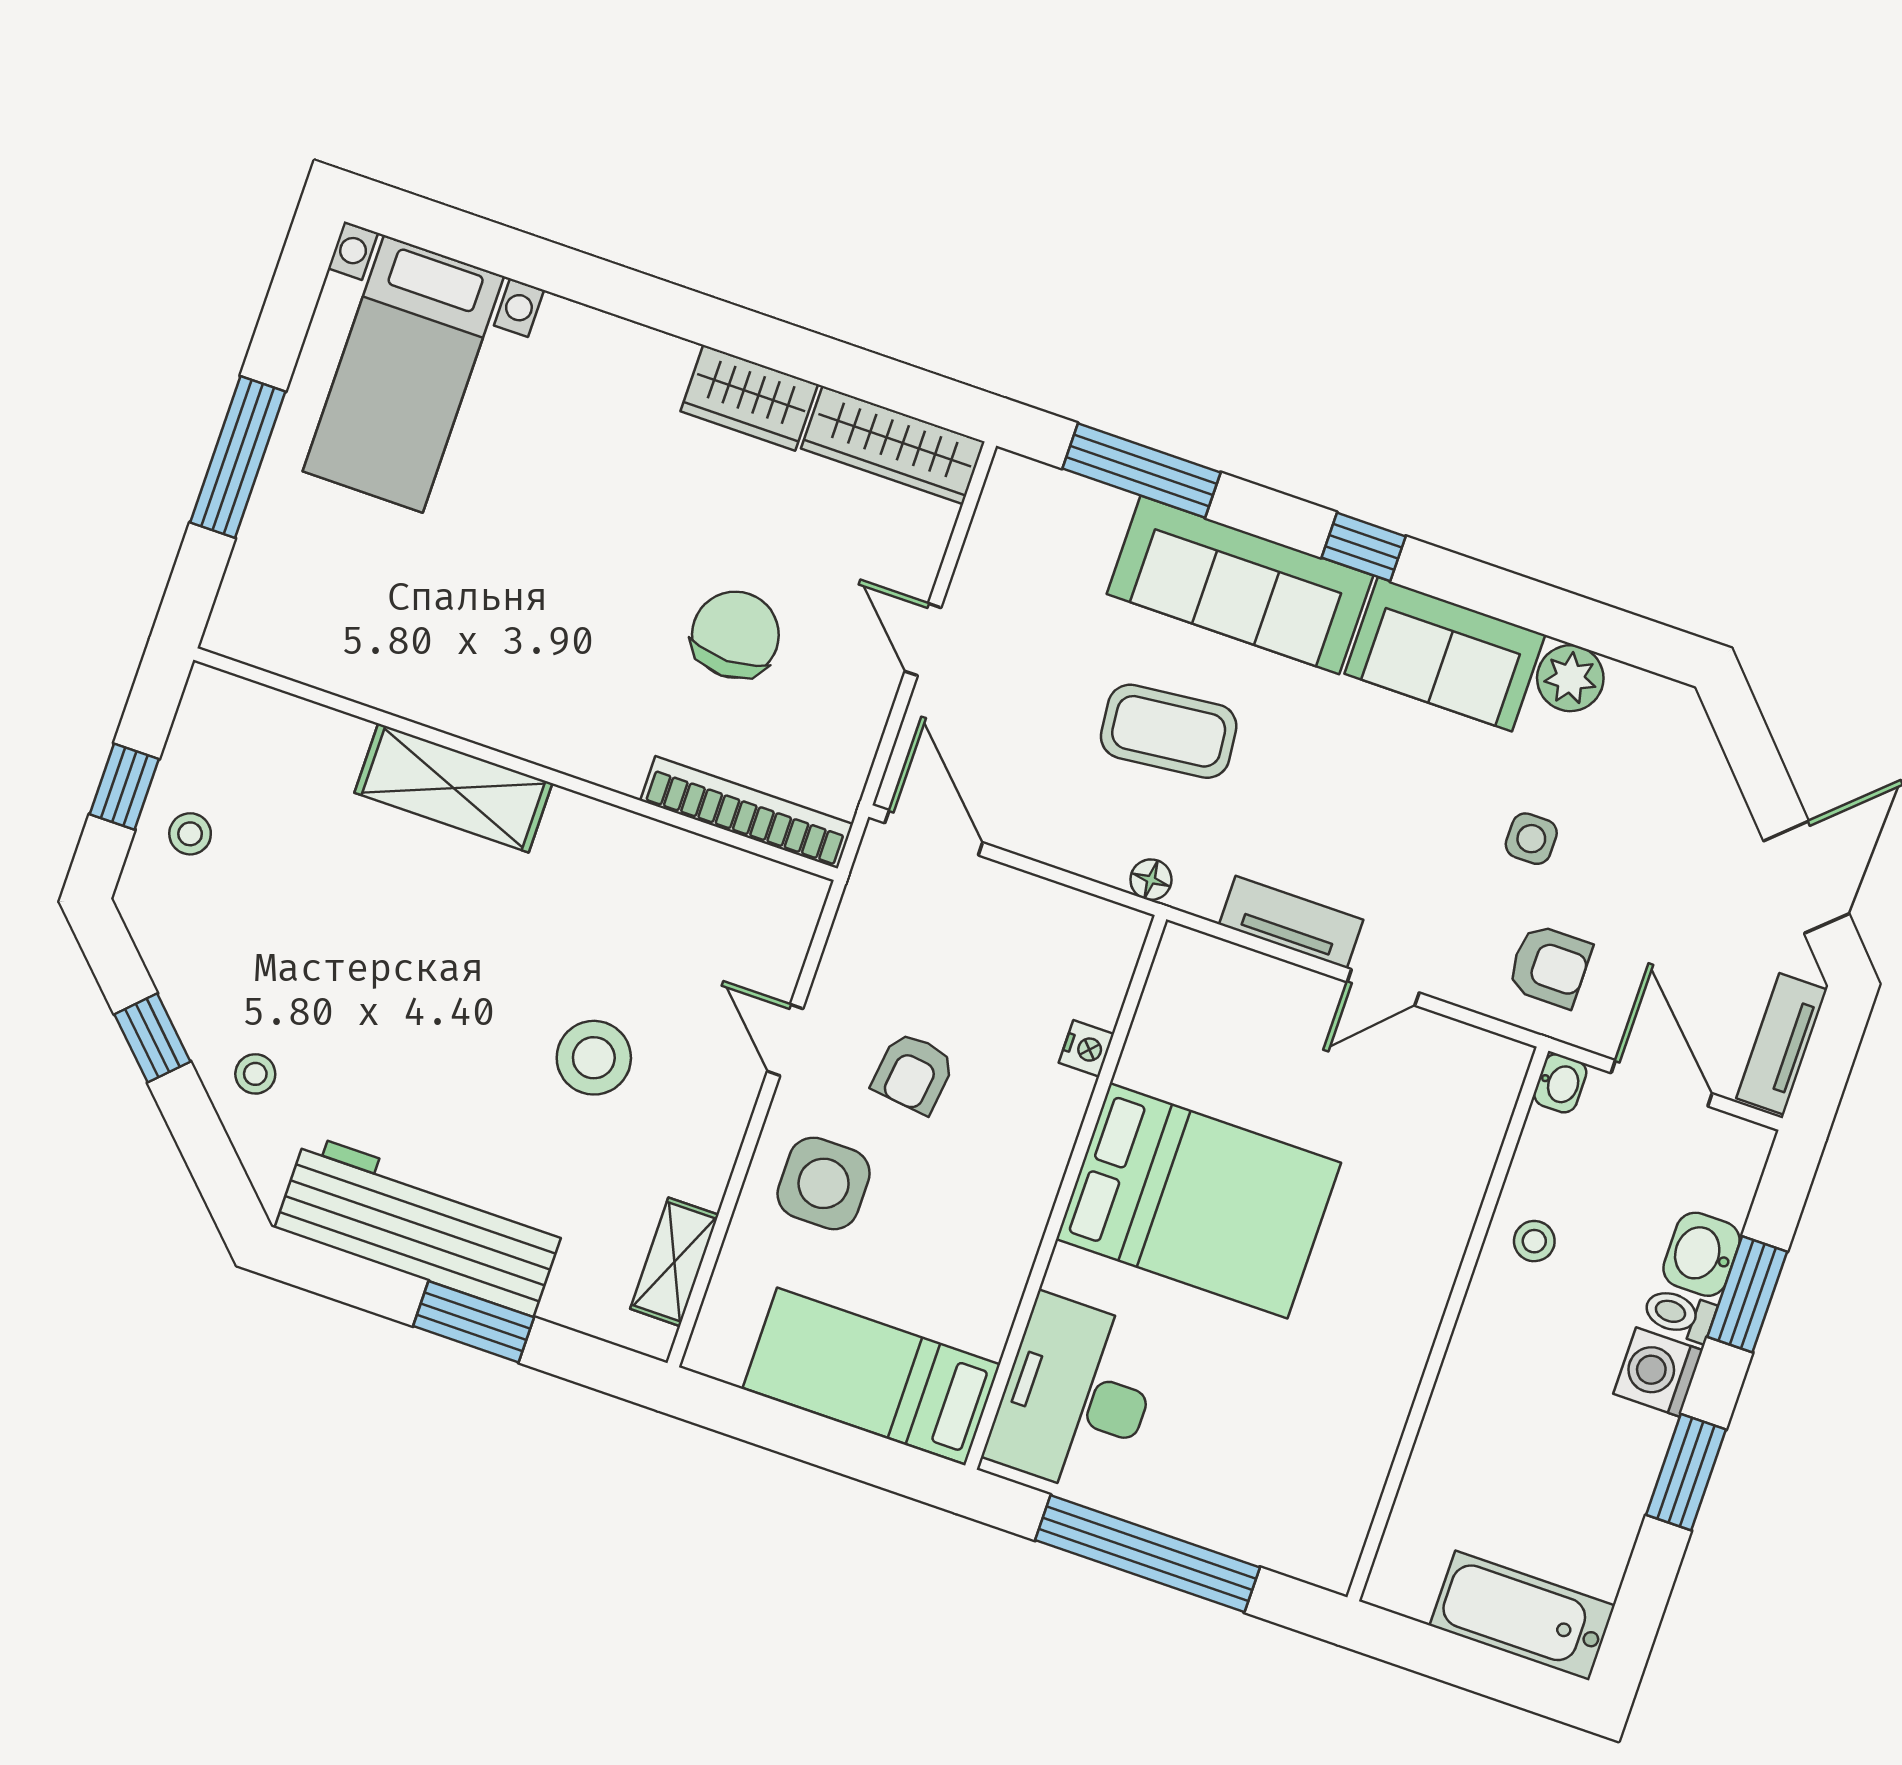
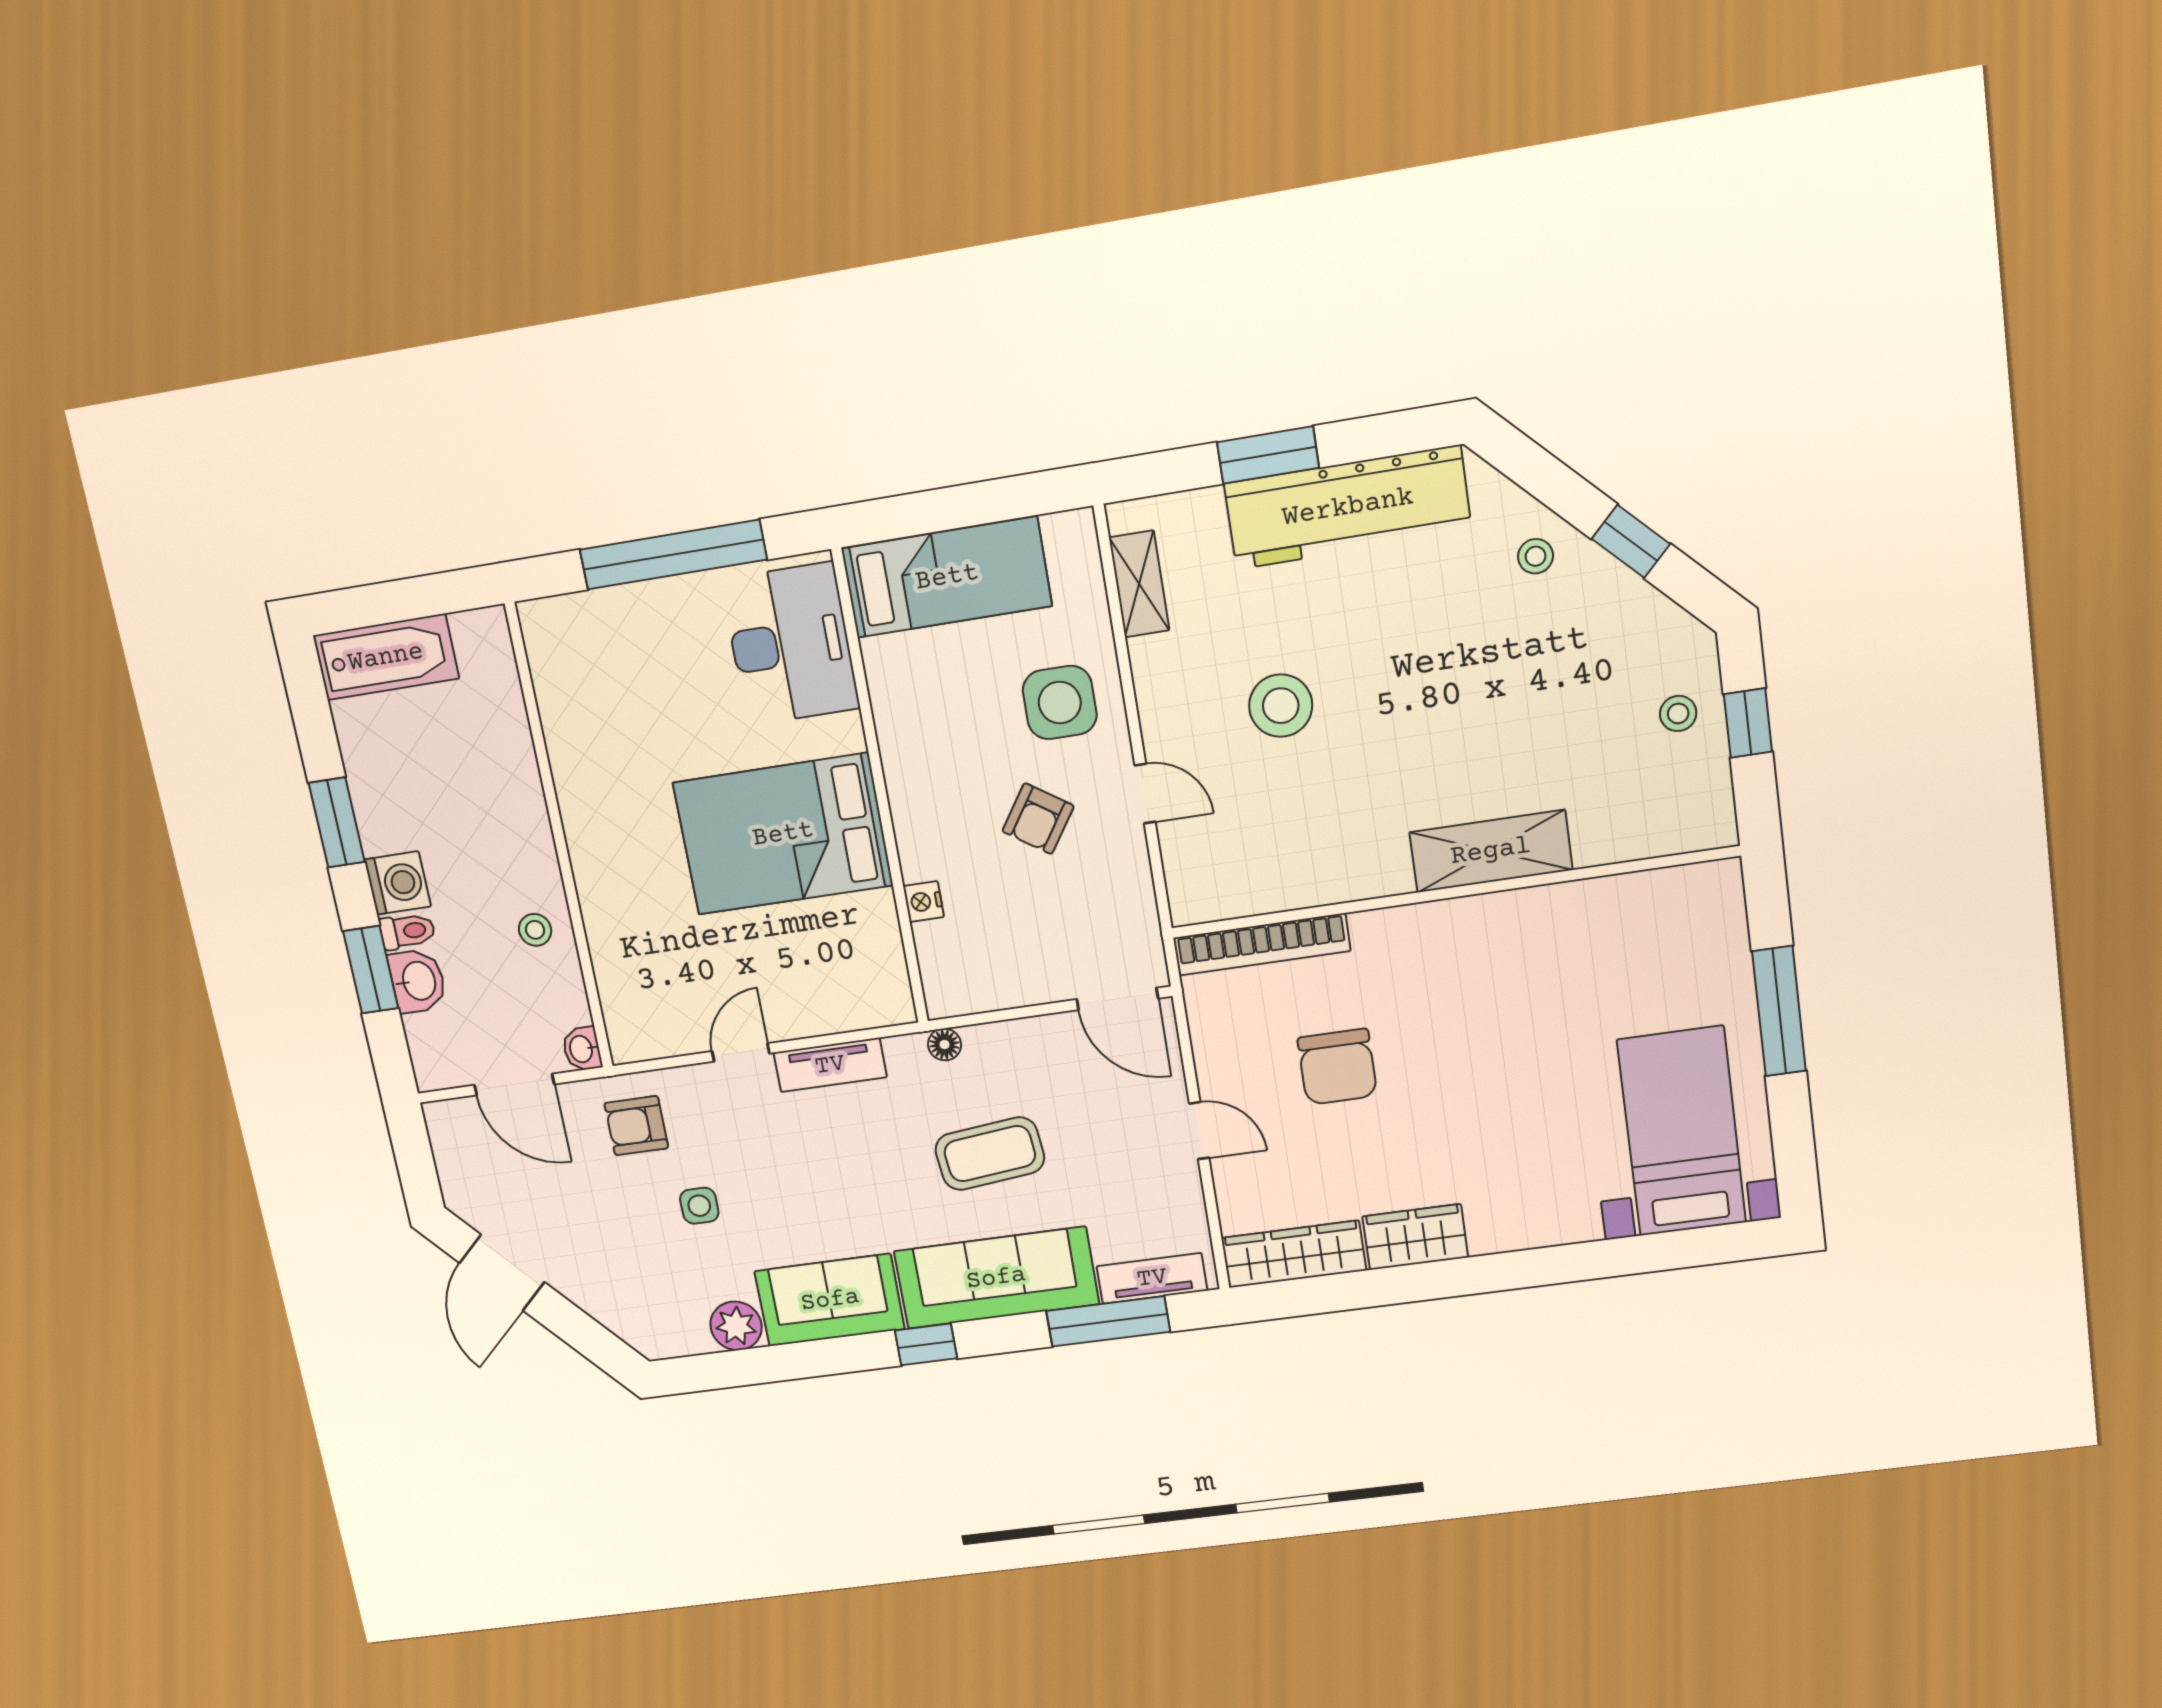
tv unit: (1782, 1044) -> (1152, 1278), moved, turned -90
armchair: (913, 1073) -> (1038, 819), turned -153

